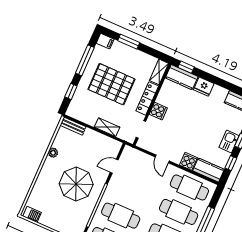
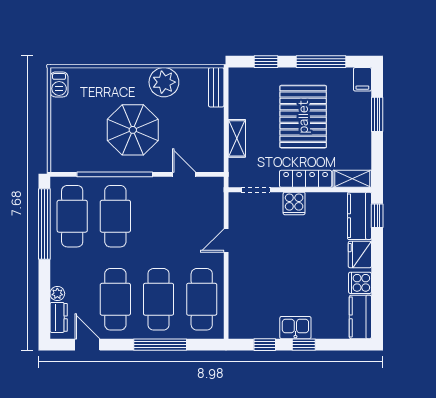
plant: (53, 153) -> (164, 82), width x1.88, depth x1.88
cooker: (188, 161) -> (360, 283), moved, turned 180
kitchen counter: (208, 170) -> (240, 316), removed

